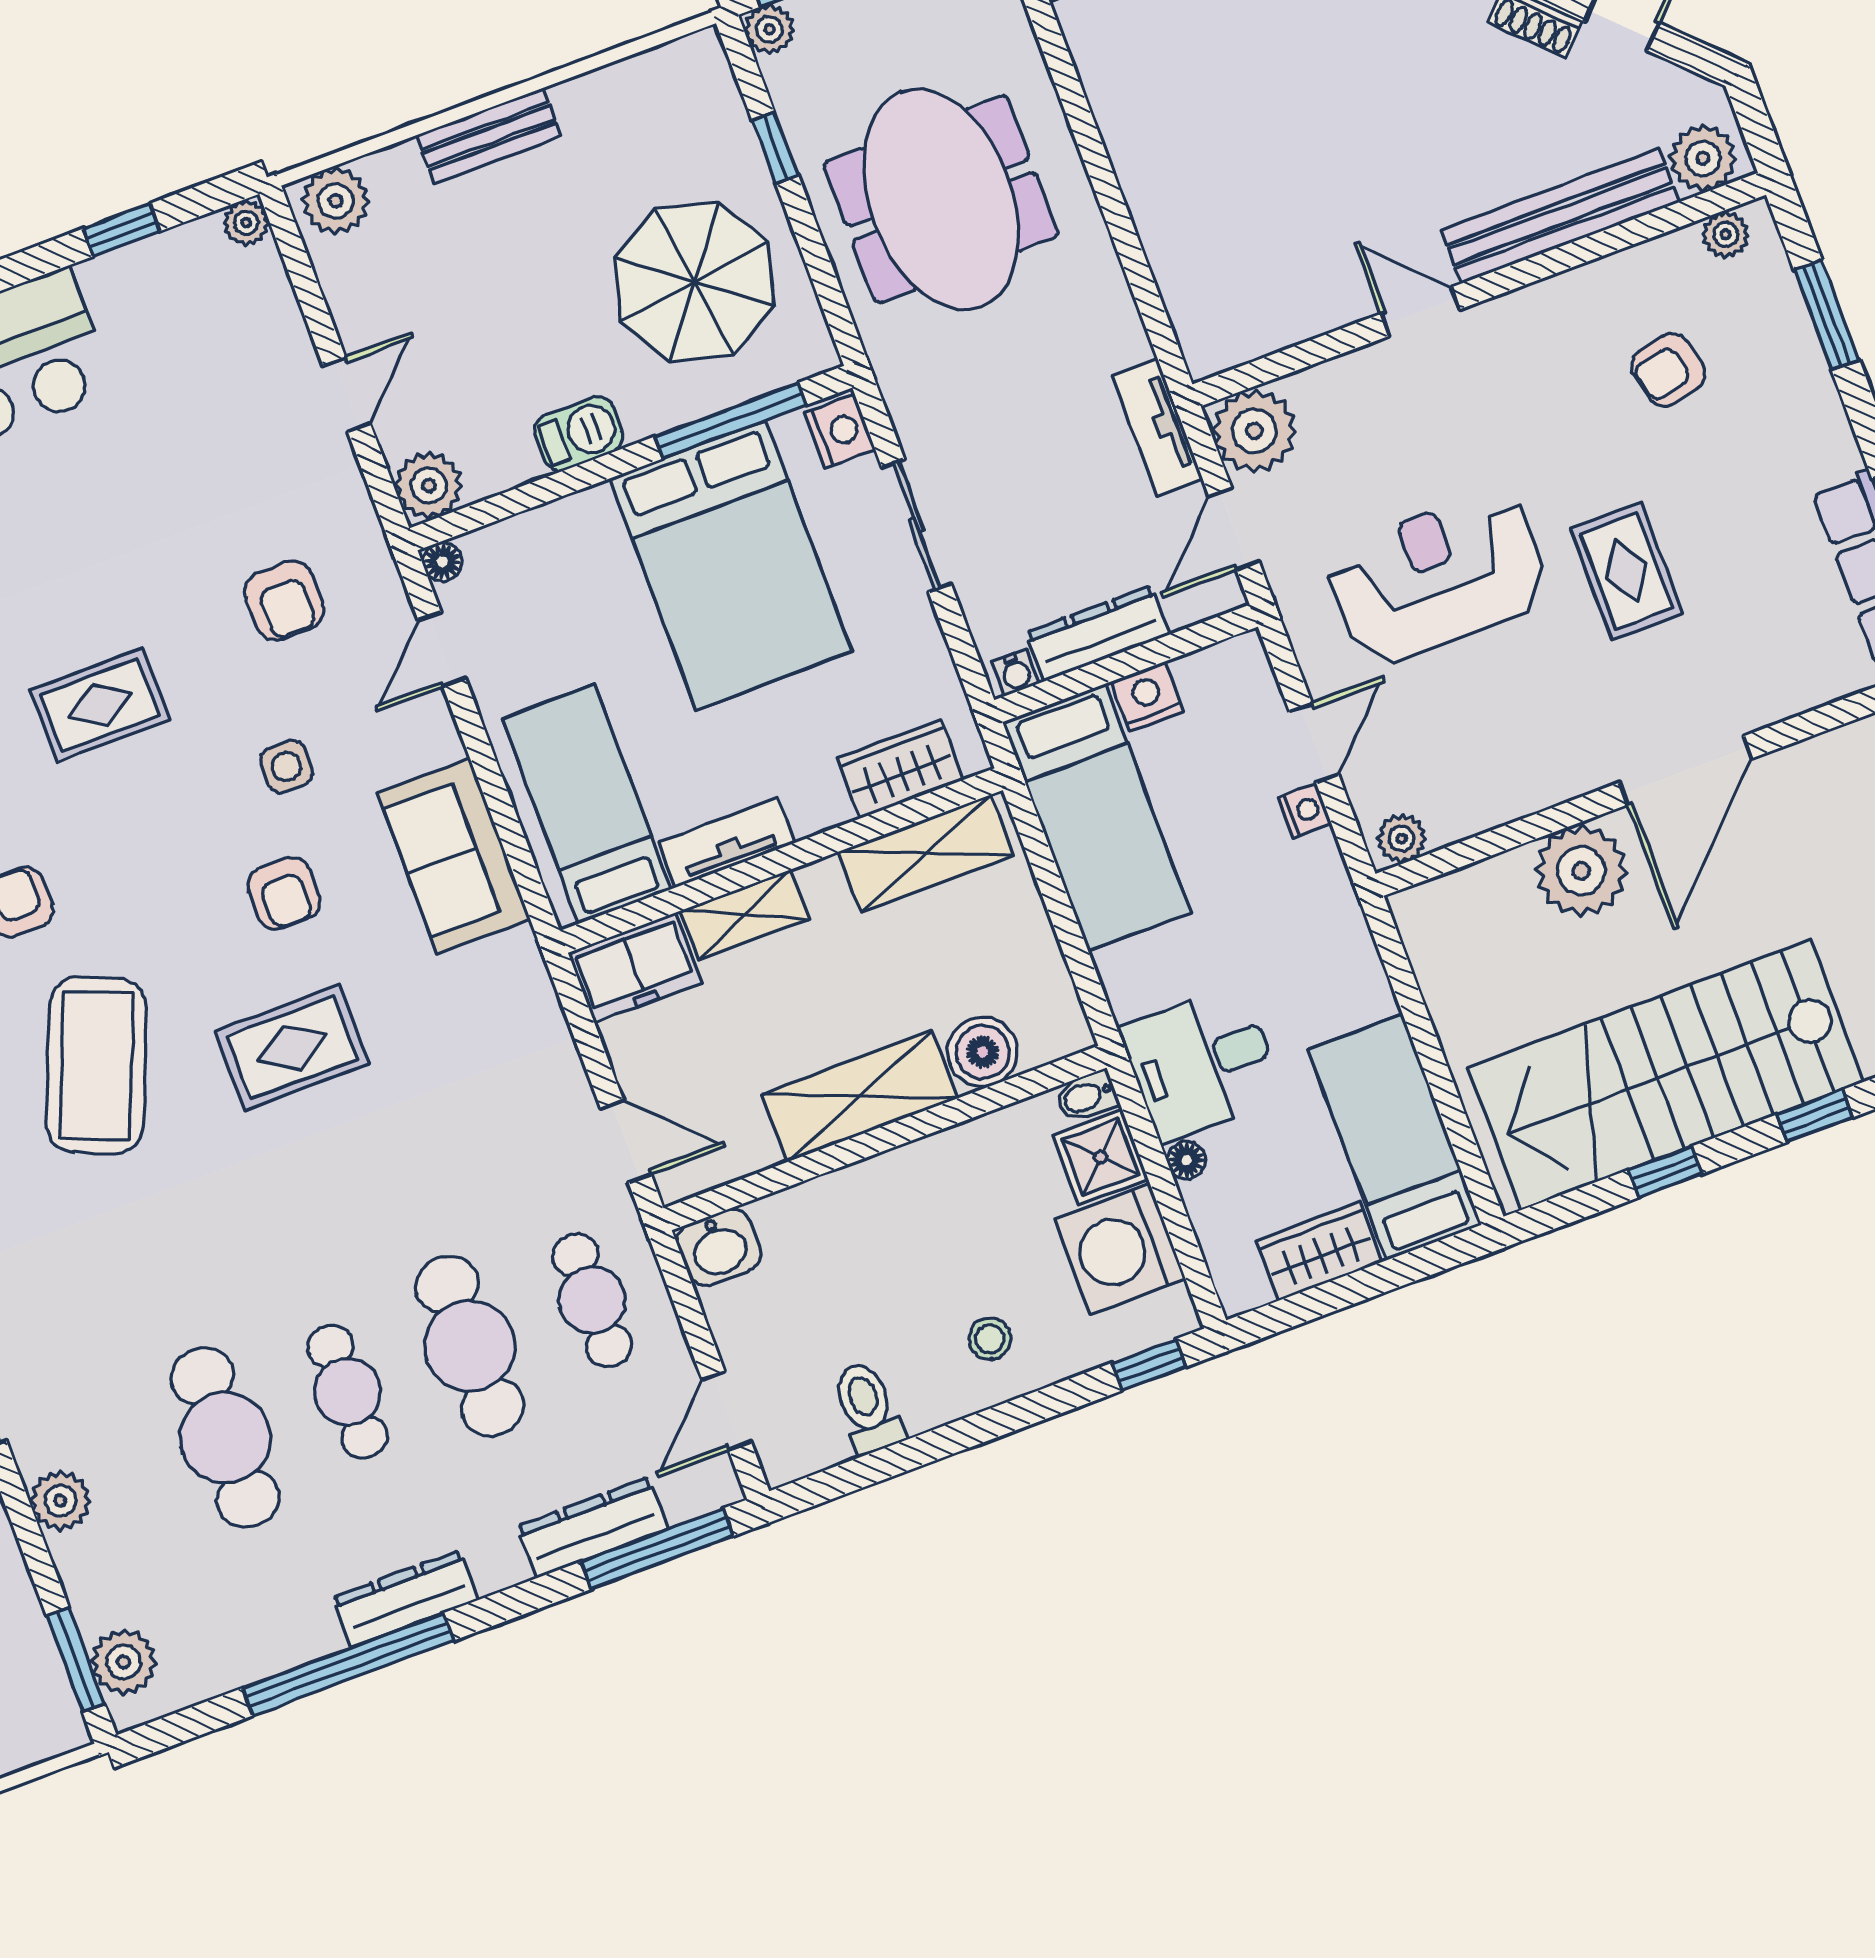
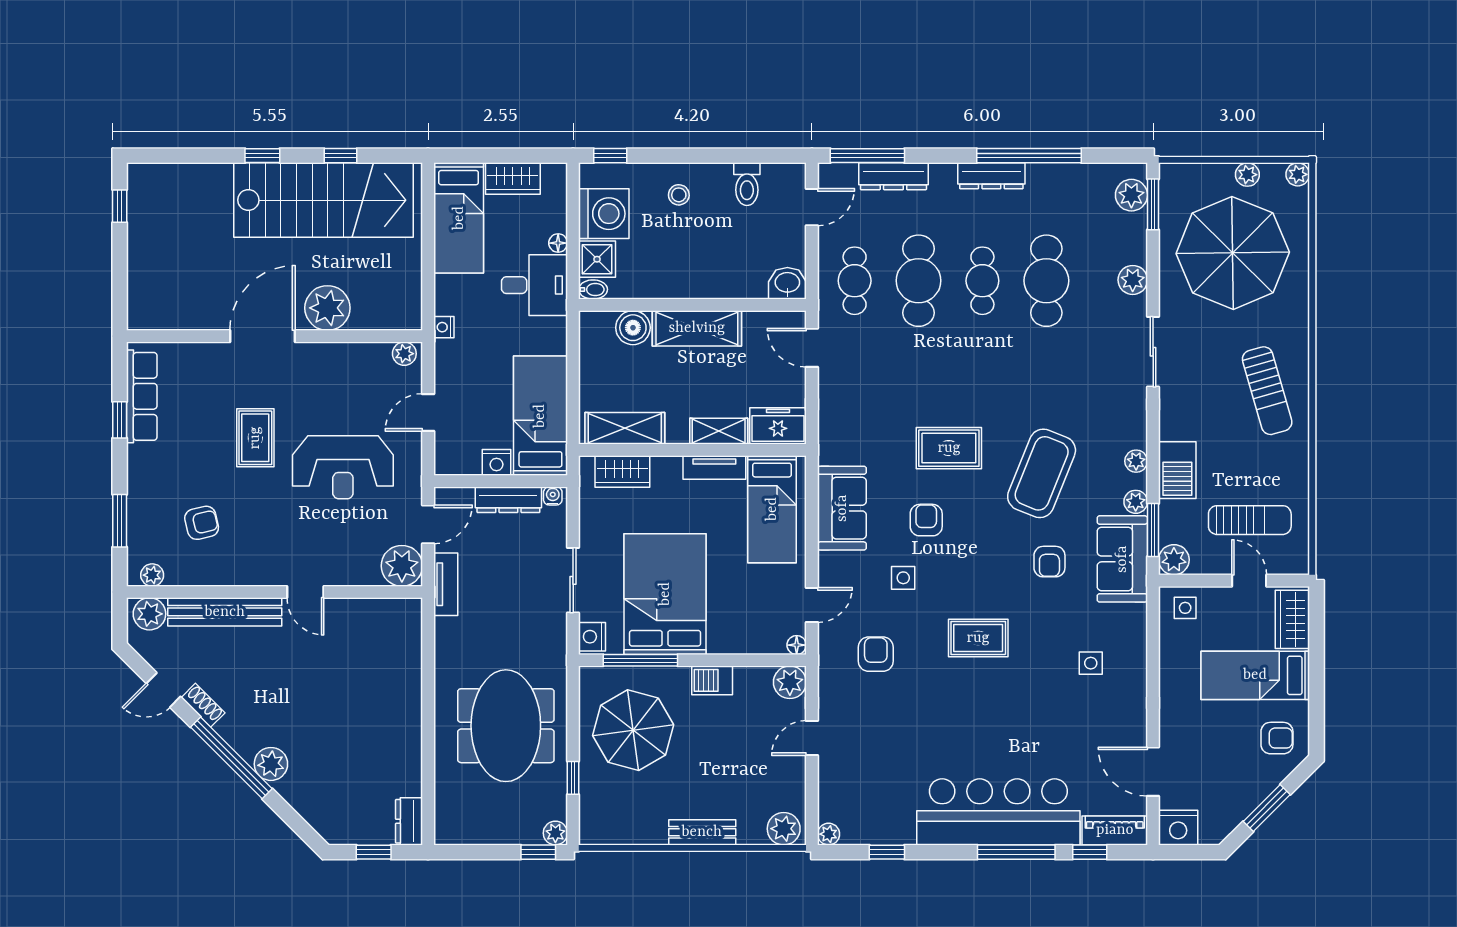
nightstand: (1305, 811) -> (444, 327), moved

